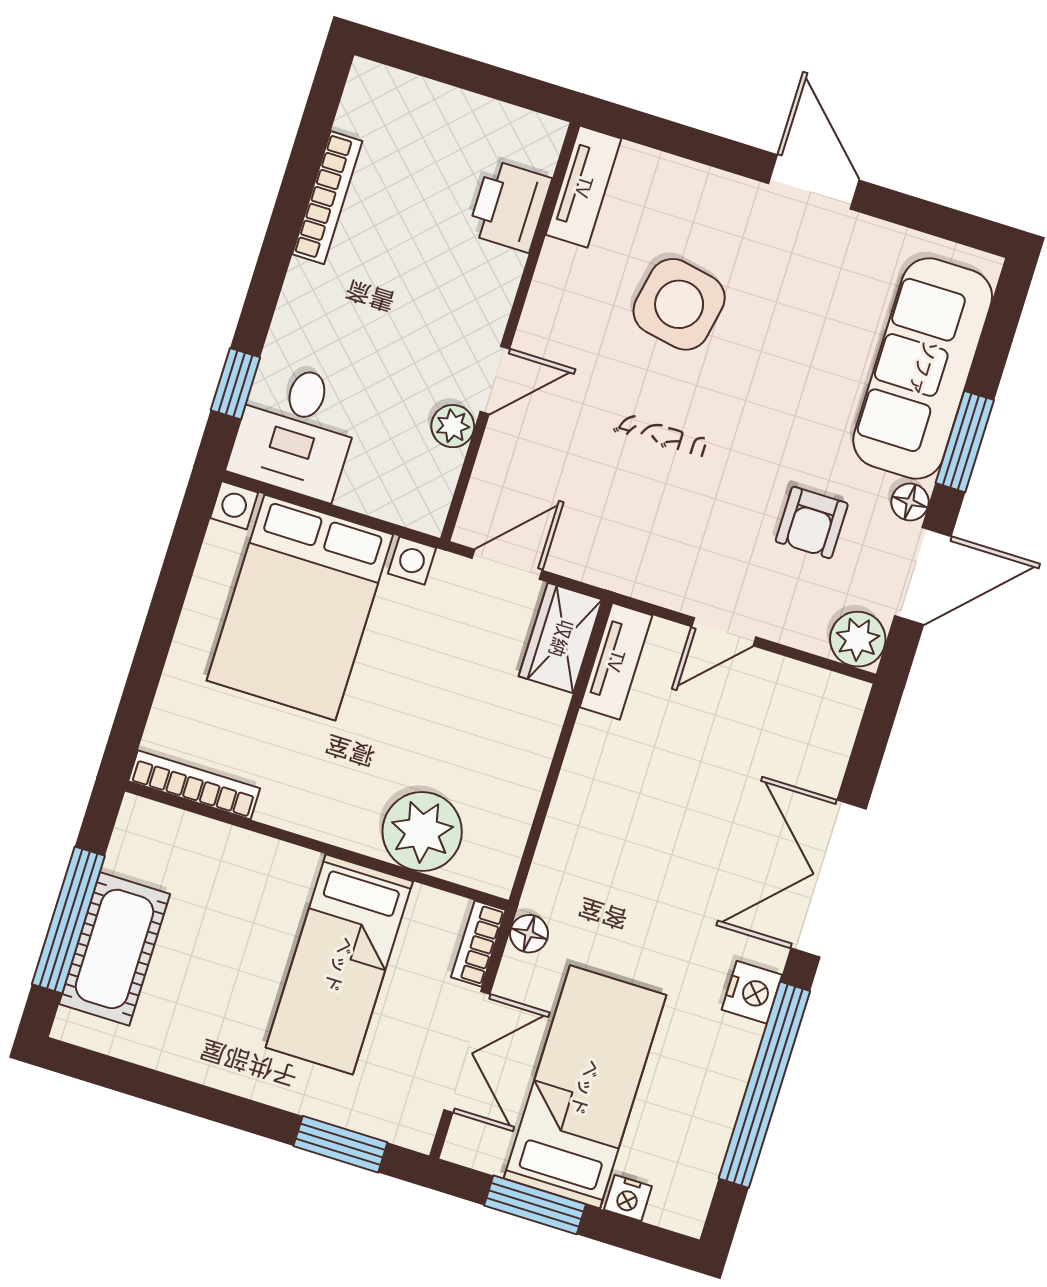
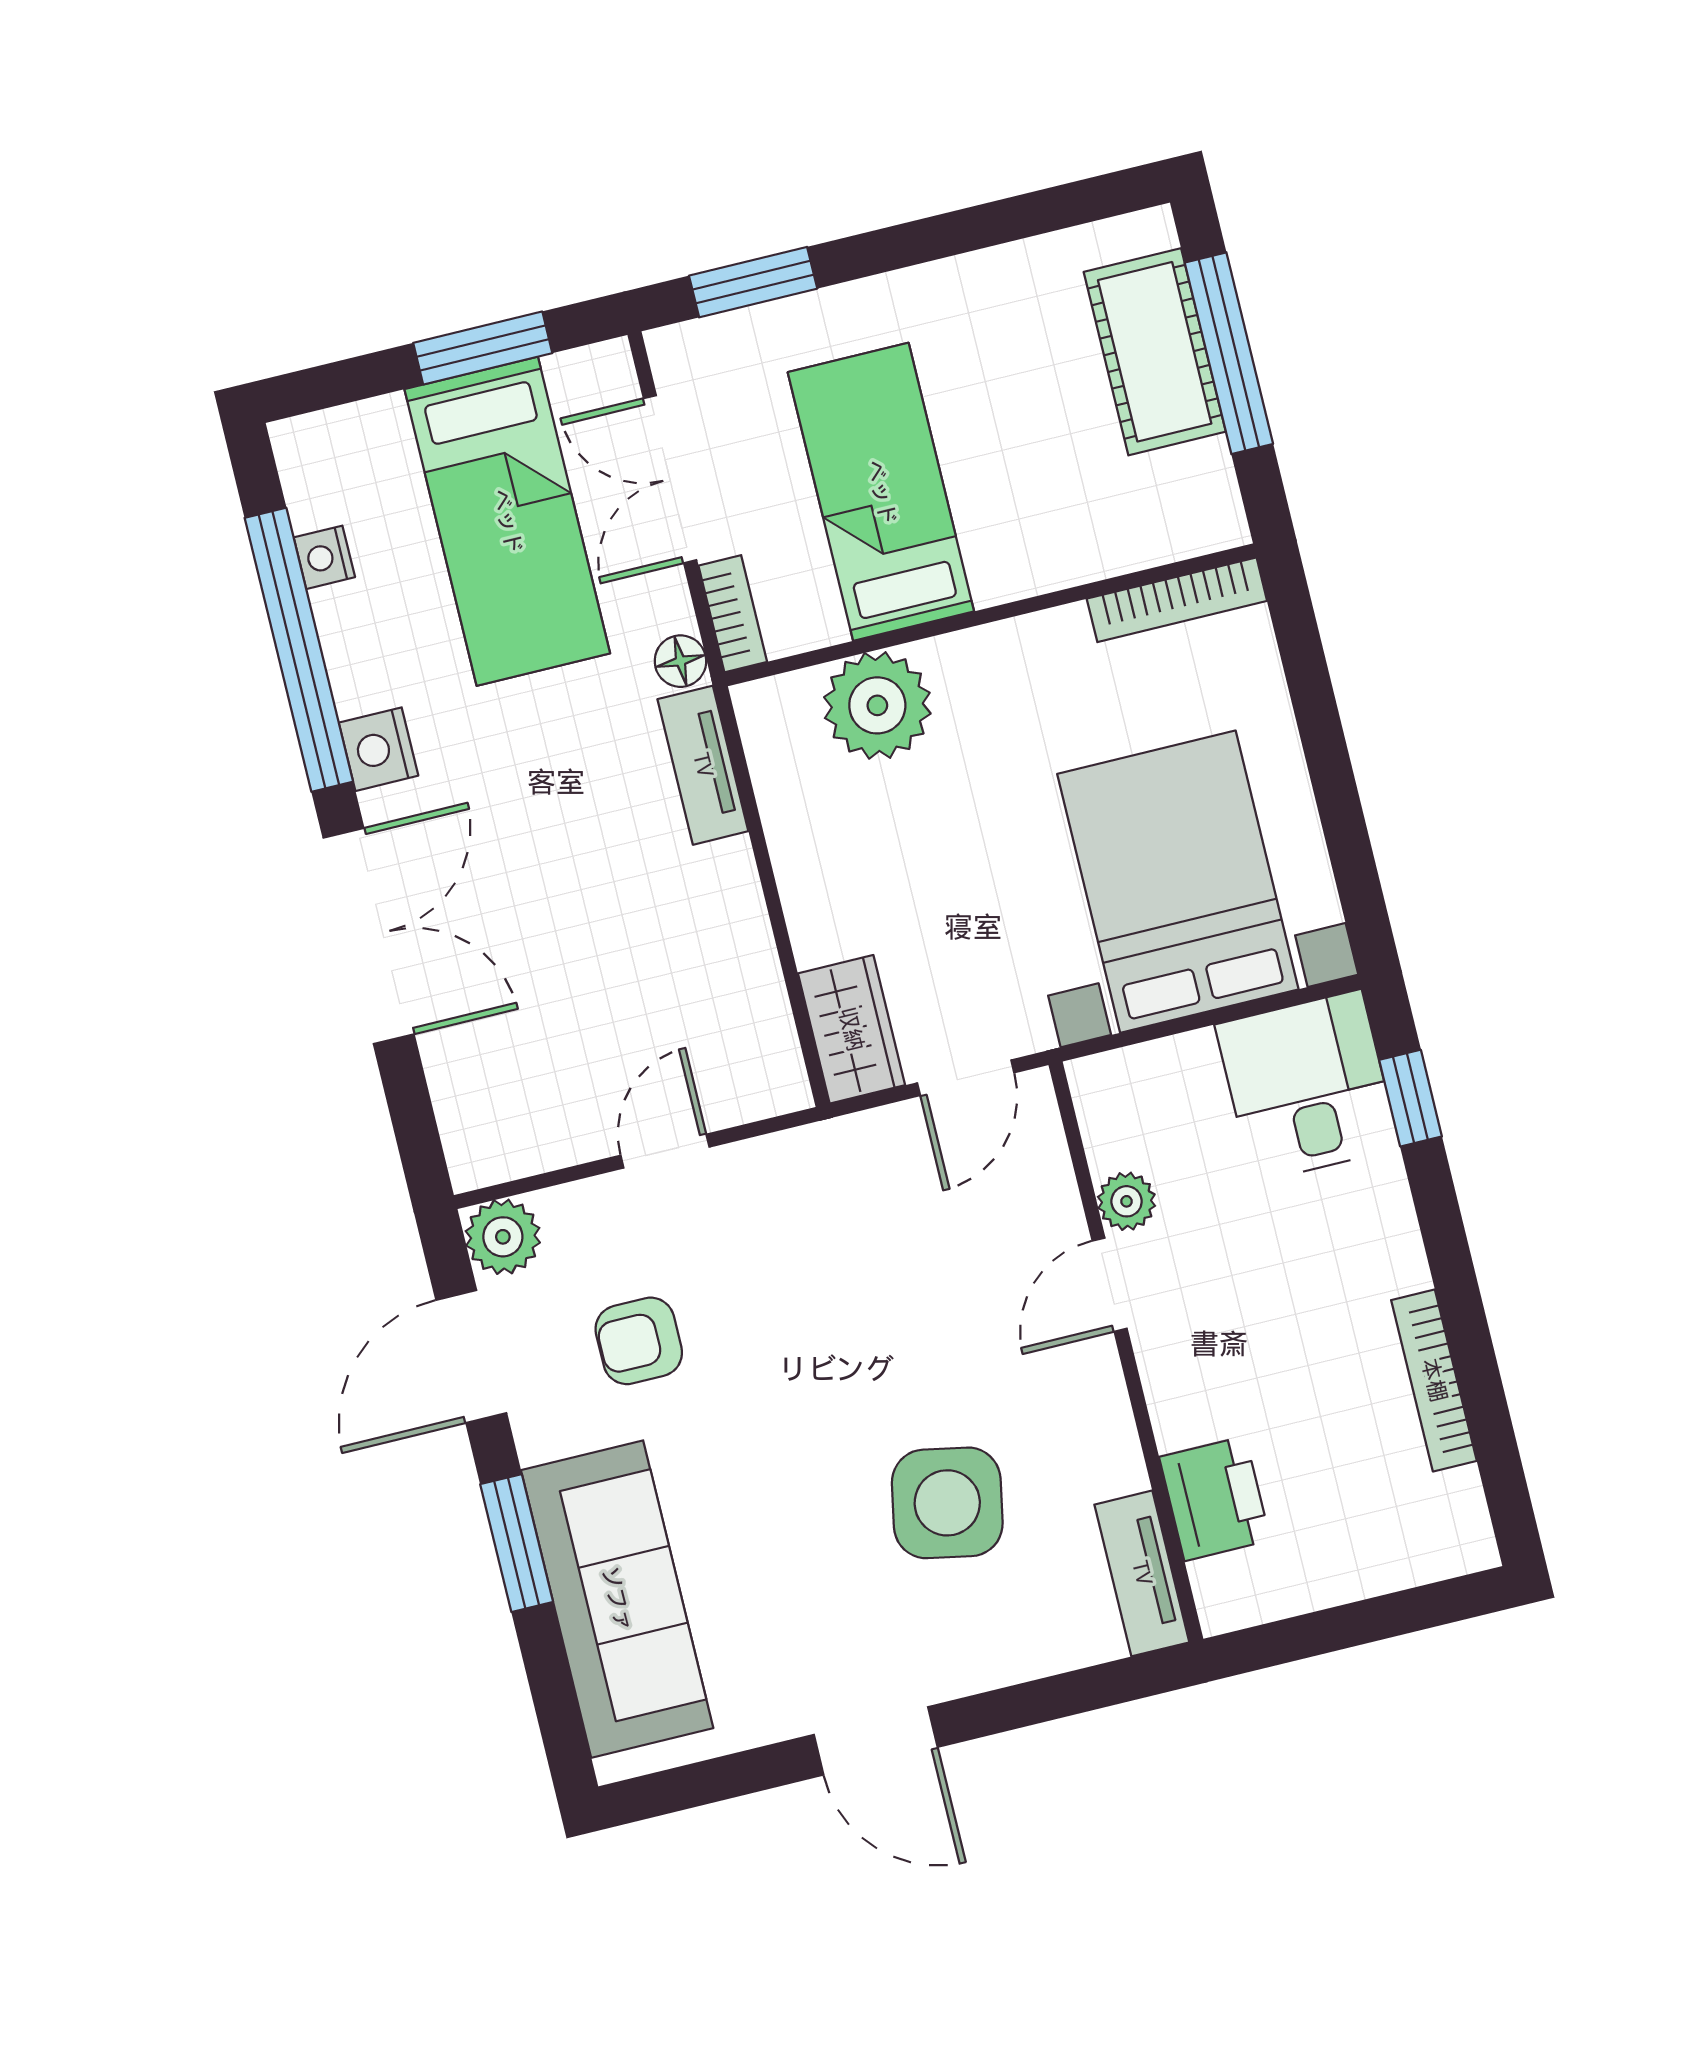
floor lamp: (910, 502) -> (538, 1434), removed
armchair: (812, 522) -> (639, 1341), turned -90
tv unit: (616, 661) -> (703, 765), moved
nightstand: (628, 1198) -> (324, 557), moved, turned -90

